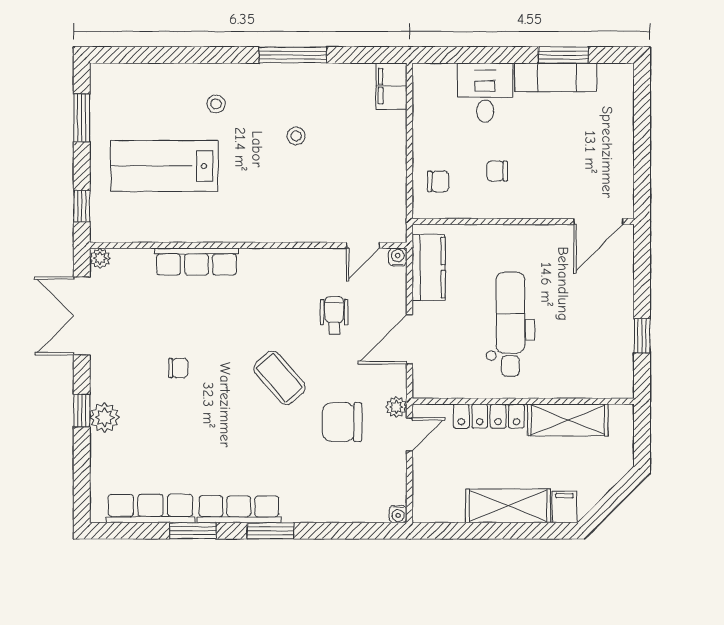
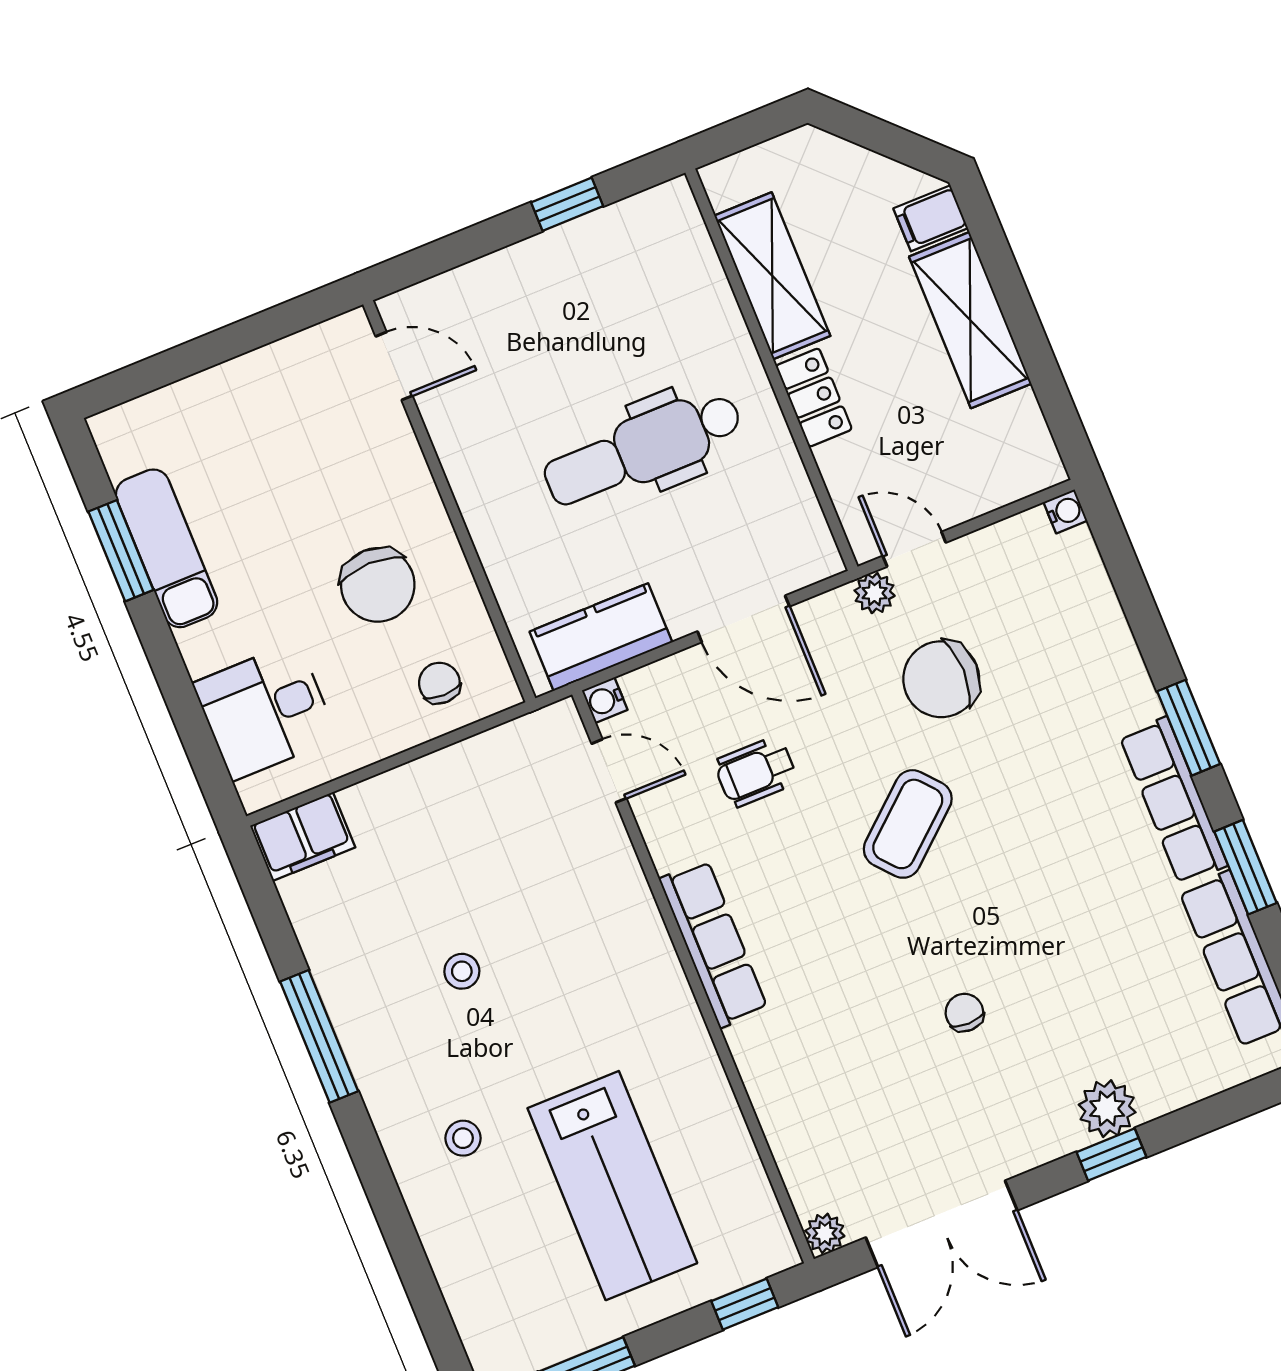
desk: (485, 93) -> (265, 711), moved
chair: (497, 171) -> (378, 585), width x1.87, depth x1.87
door: (598, 222) -> (394, 366), width x0.73
row of seats: (196, 262) -> (713, 944), moved
locker: (489, 416) -> (814, 398), width x0.66
chair: (342, 422) -> (941, 679), turned 90

